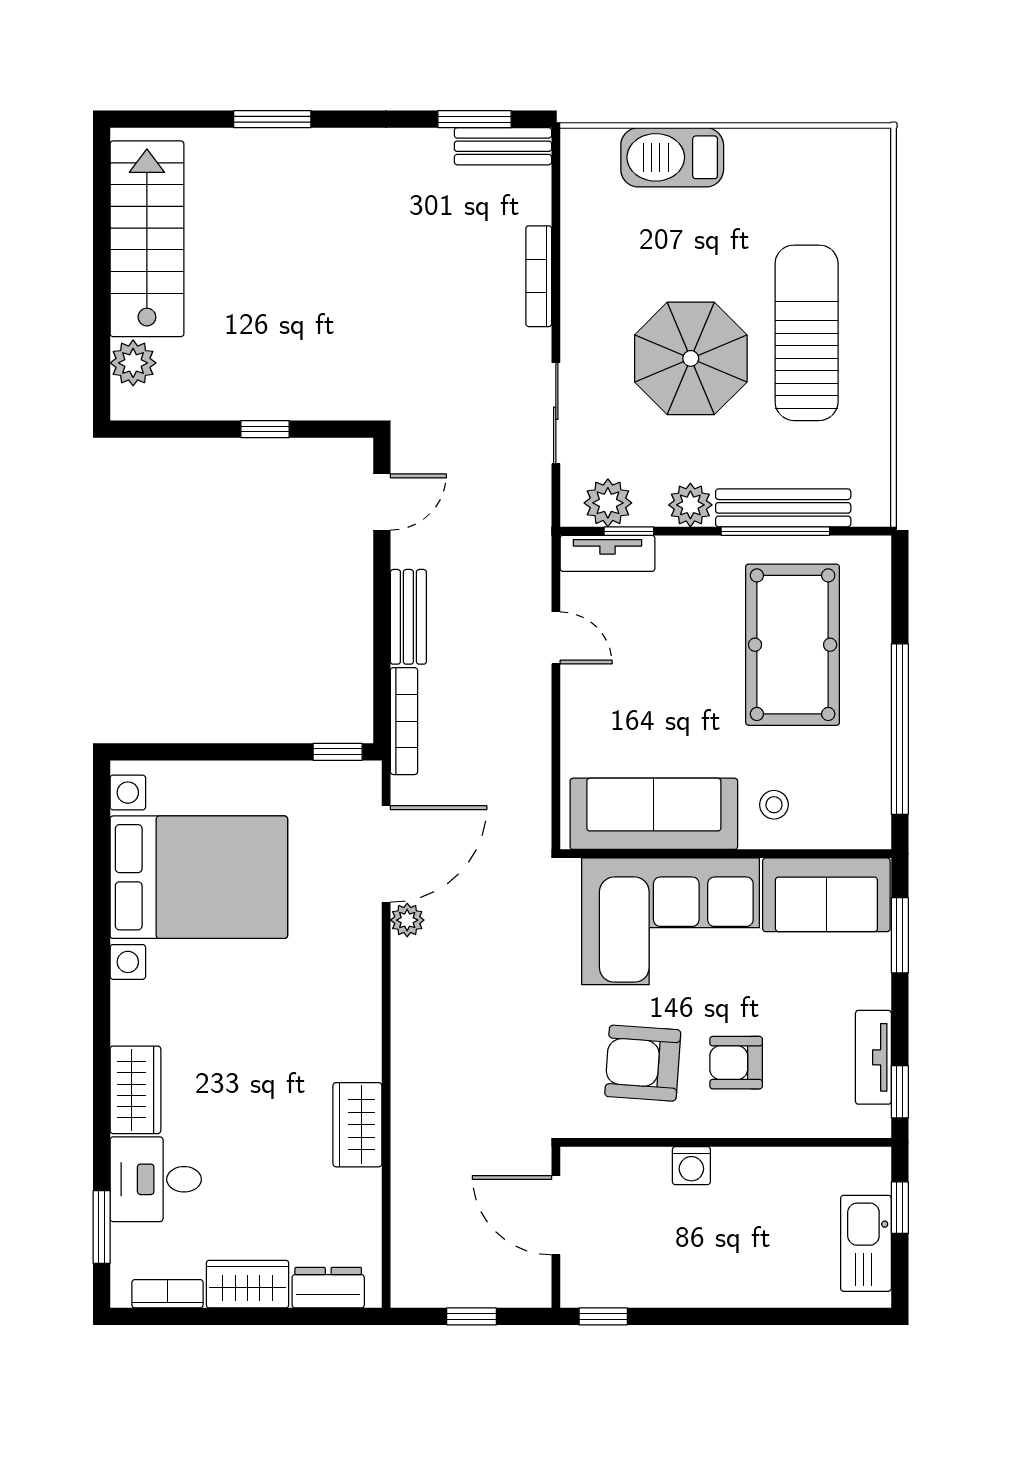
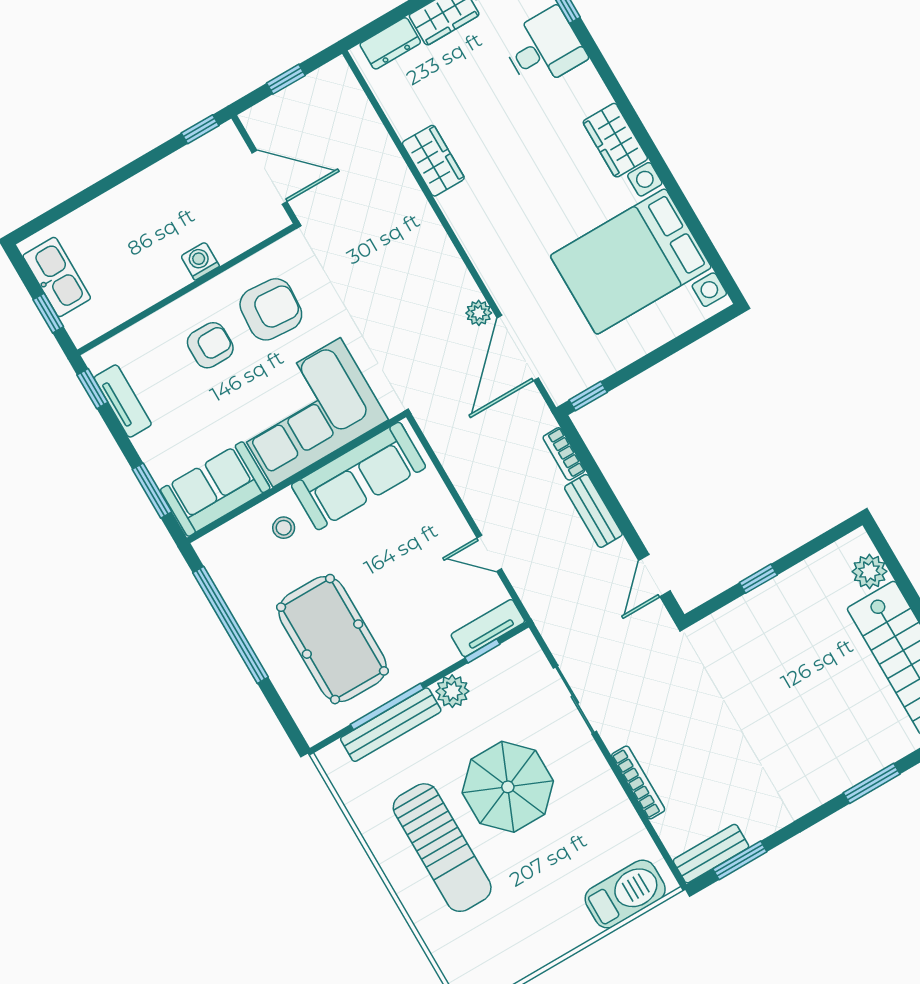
barbecue: (672, 157) -> (625, 894), moved
plant: (608, 503) -> (507, 661), removed
bookcase: (404, 721) -> (564, 454), width x0.64
wardrobe: (135, 1090) -> (615, 140), moved

